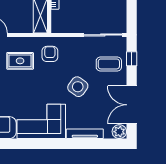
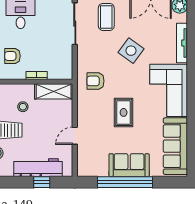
rug: (20, 61) -> (124, 112), moved

